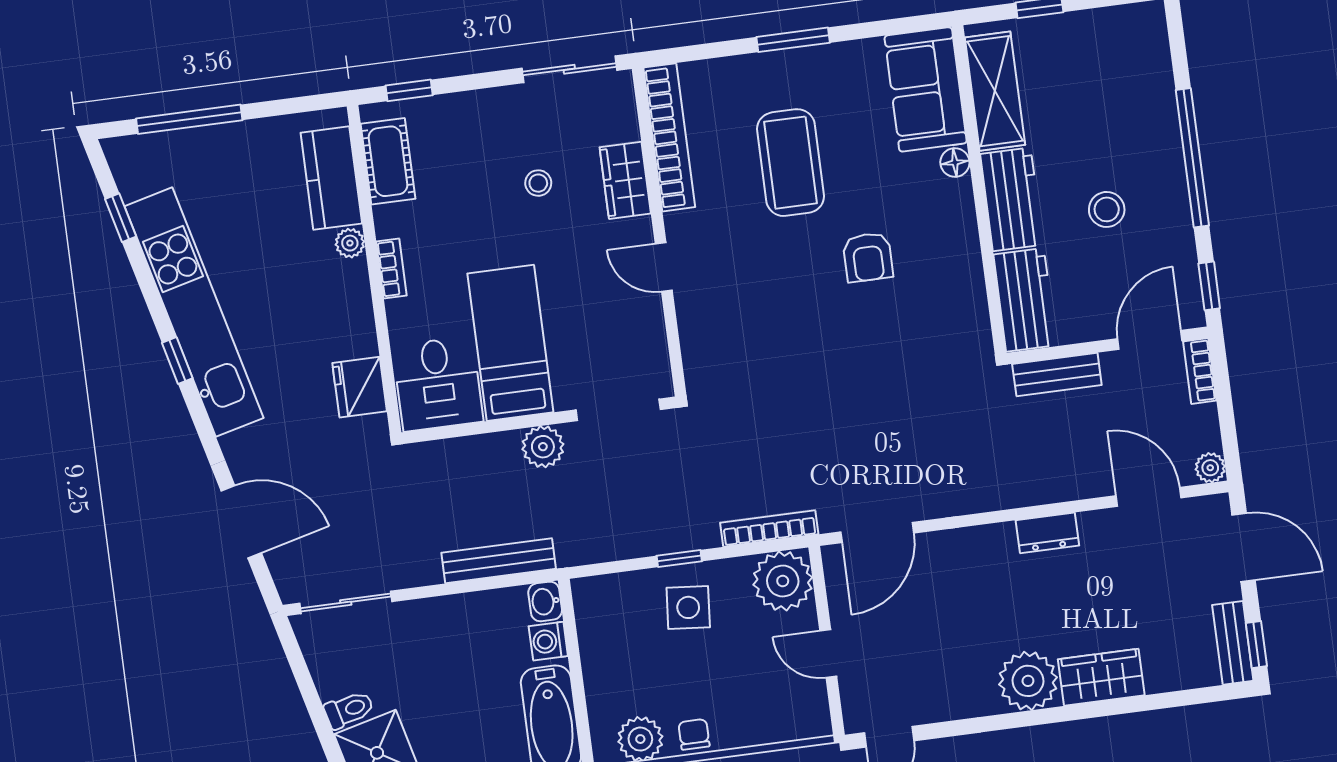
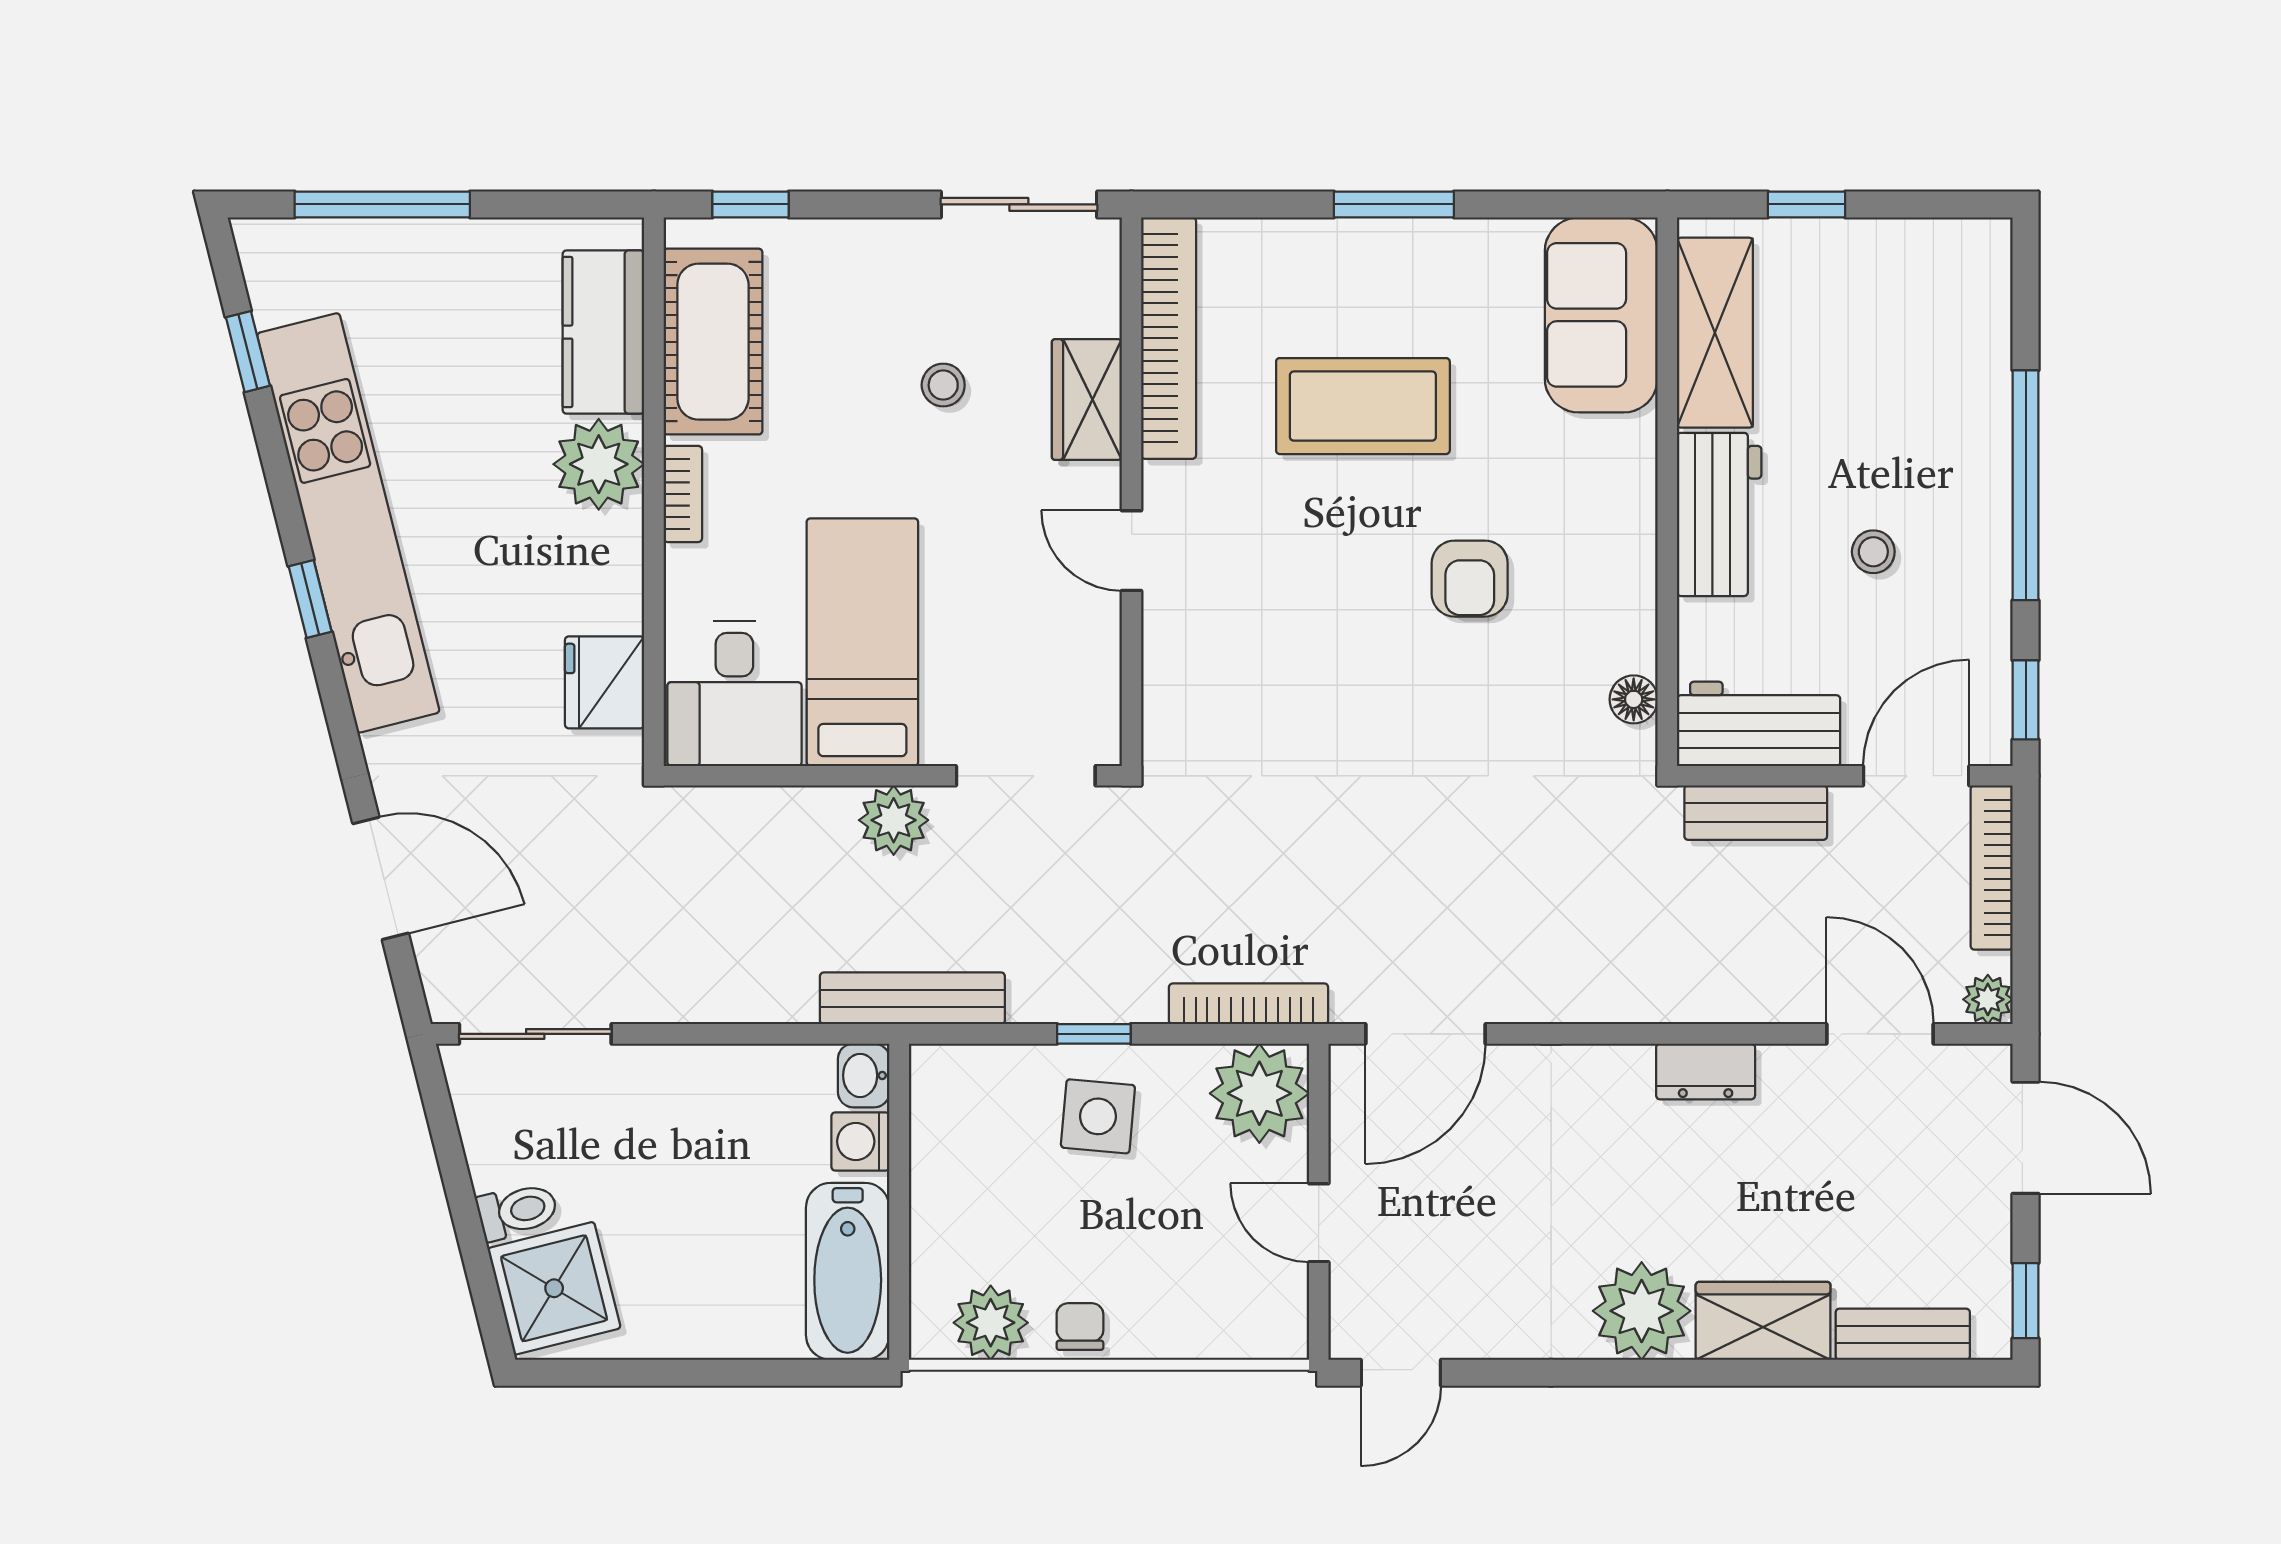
cot: (388, 161) -> (713, 342), width x1.37, depth x1.34
coffee table: (790, 163) -> (1363, 406), turned 90
floor lamp: (955, 163) -> (1634, 699), moved
stool: (1107, 209) -> (1873, 552), width x0.73, depth x0.73
plant: (350, 243) -> (599, 464), width x1.88, depth x1.88
workbench: (1025, 300) -> (1759, 724), moved, turned -90
bookcase: (1200, 371) -> (1992, 868), width x1.56
bench: (499, 561) -> (912, 998), moved
bench: (1233, 643) -> (1903, 1334), moved, turned 90

